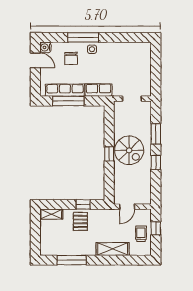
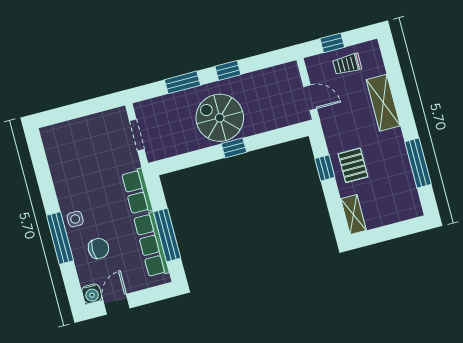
spiral stairs: (129, 150) -> (220, 118), turned -90
pallet: (80, 221) -> (353, 165), turned 90

